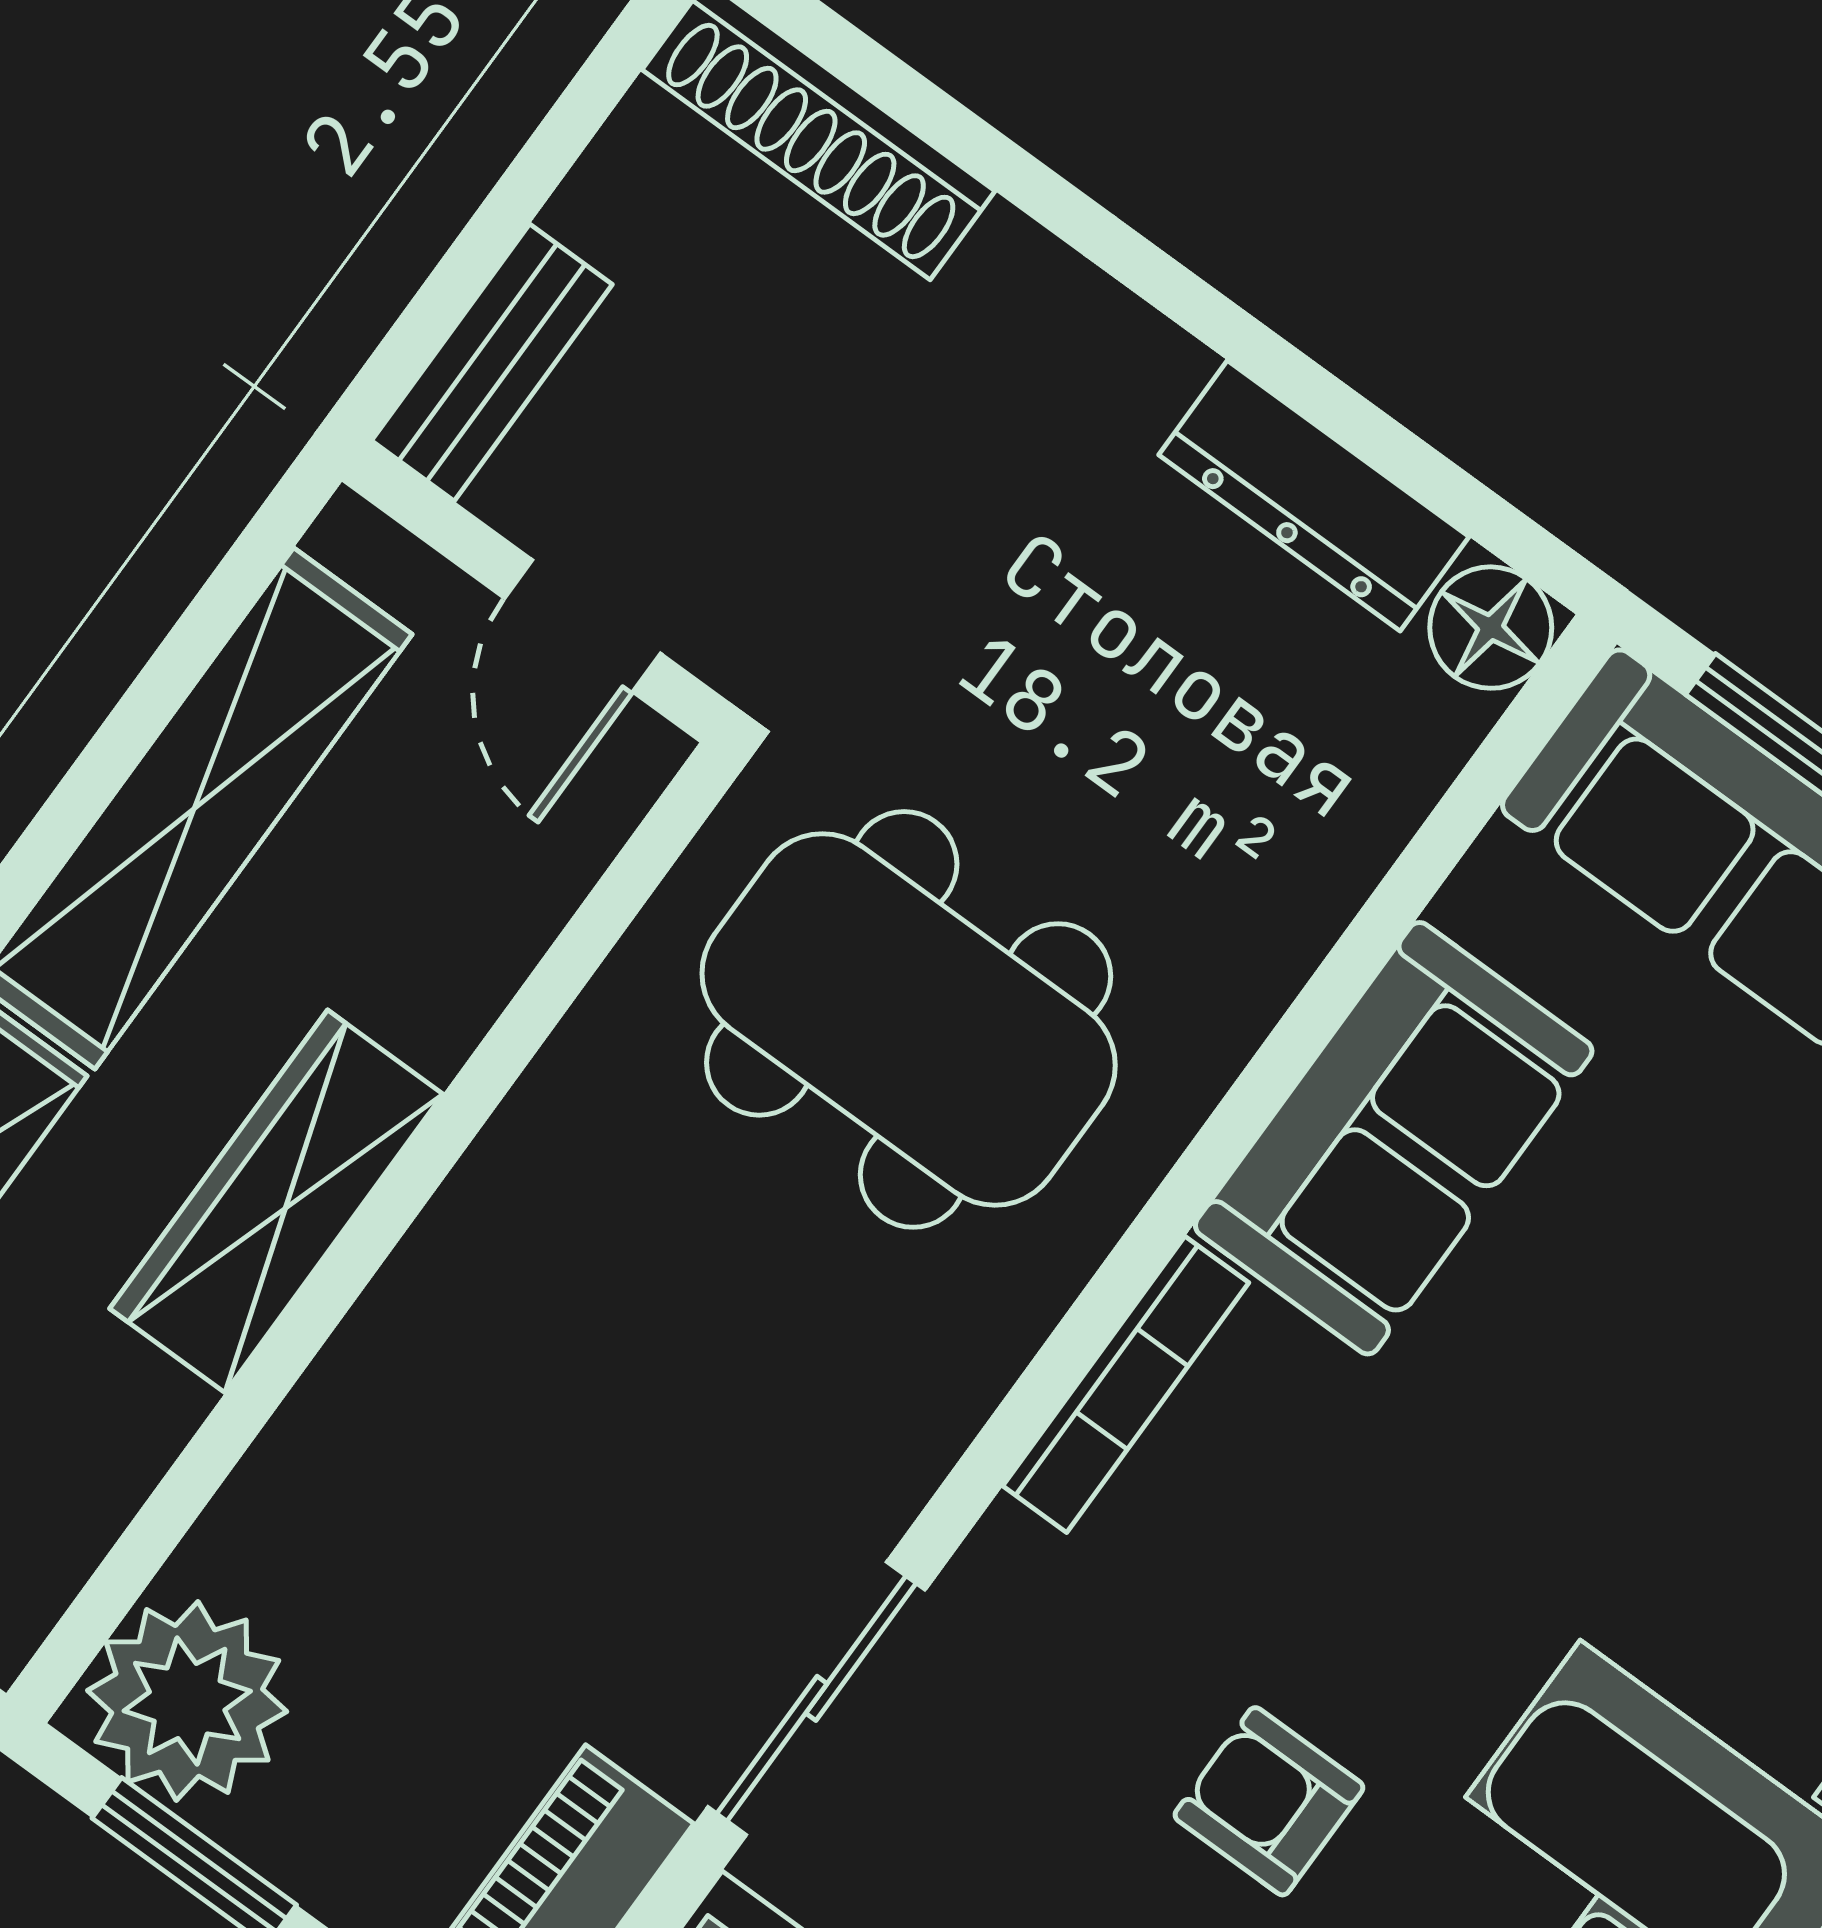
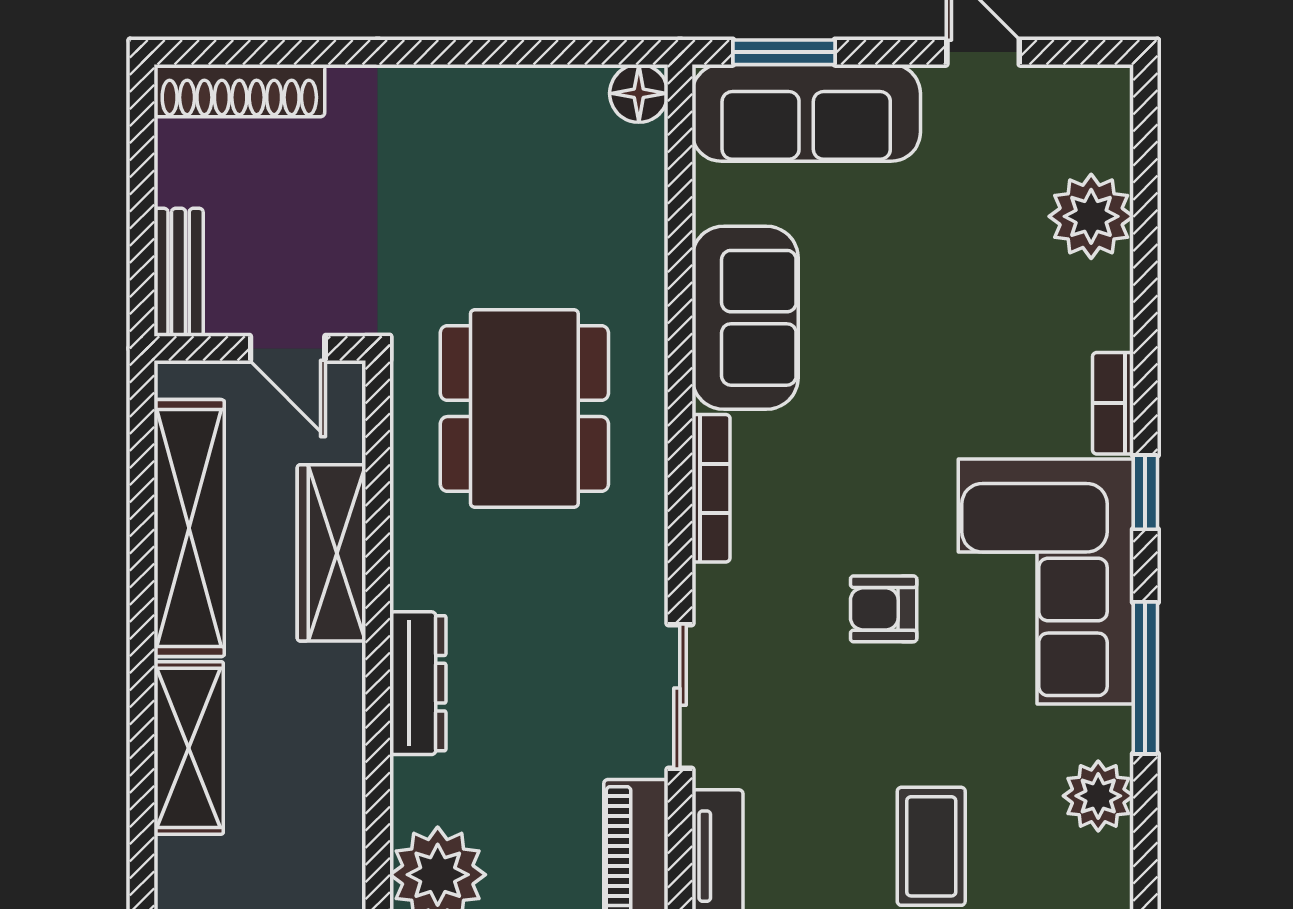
dresser: (1314, 496) -> (418, 683), moved, turned -90
dining table: (909, 1019) -> (524, 408), turned 90
wardrobe: (276, 1201) -> (331, 553), moved

